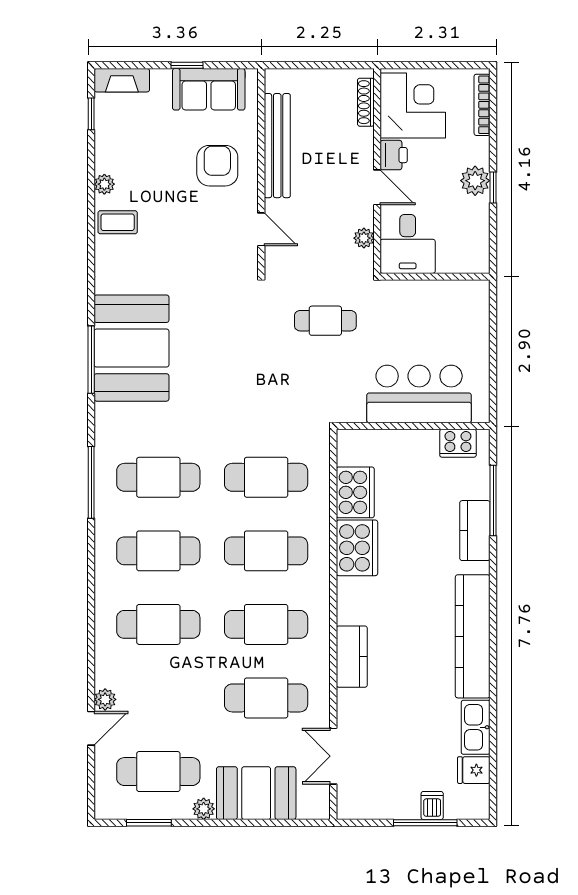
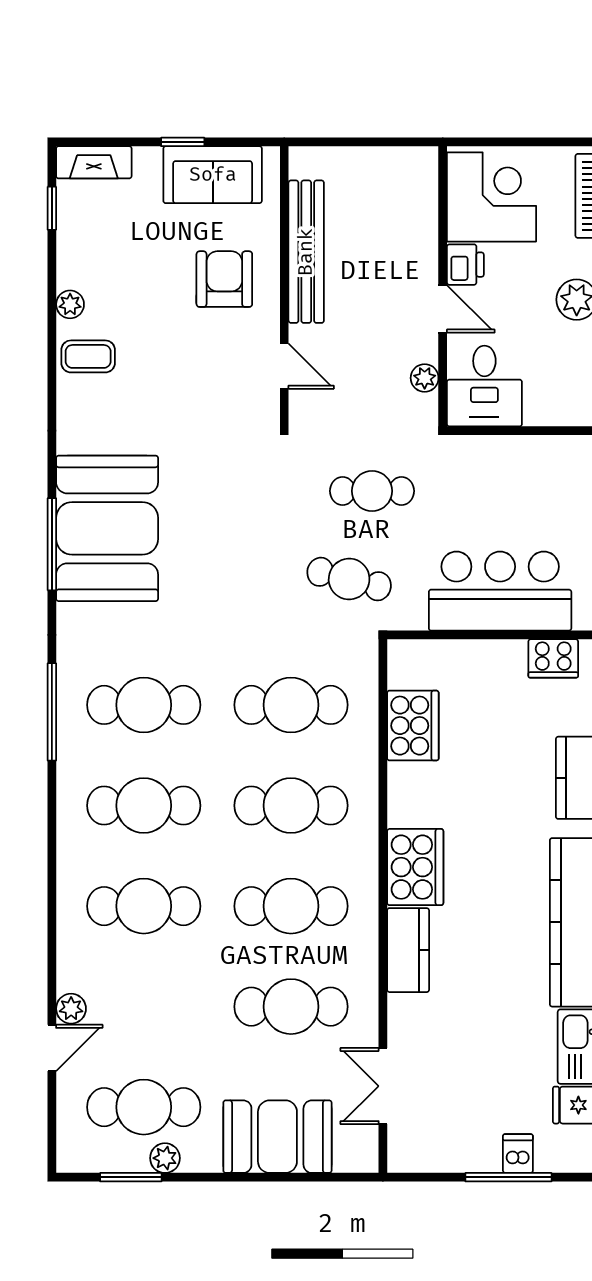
shoe rack: (366, 102) -> (427, 192), removed
cafe table: (309, 385) -> (349, 579), added
cooker: (357, 548) -> (415, 867), moved
plant: (204, 809) -> (165, 1158), moved

